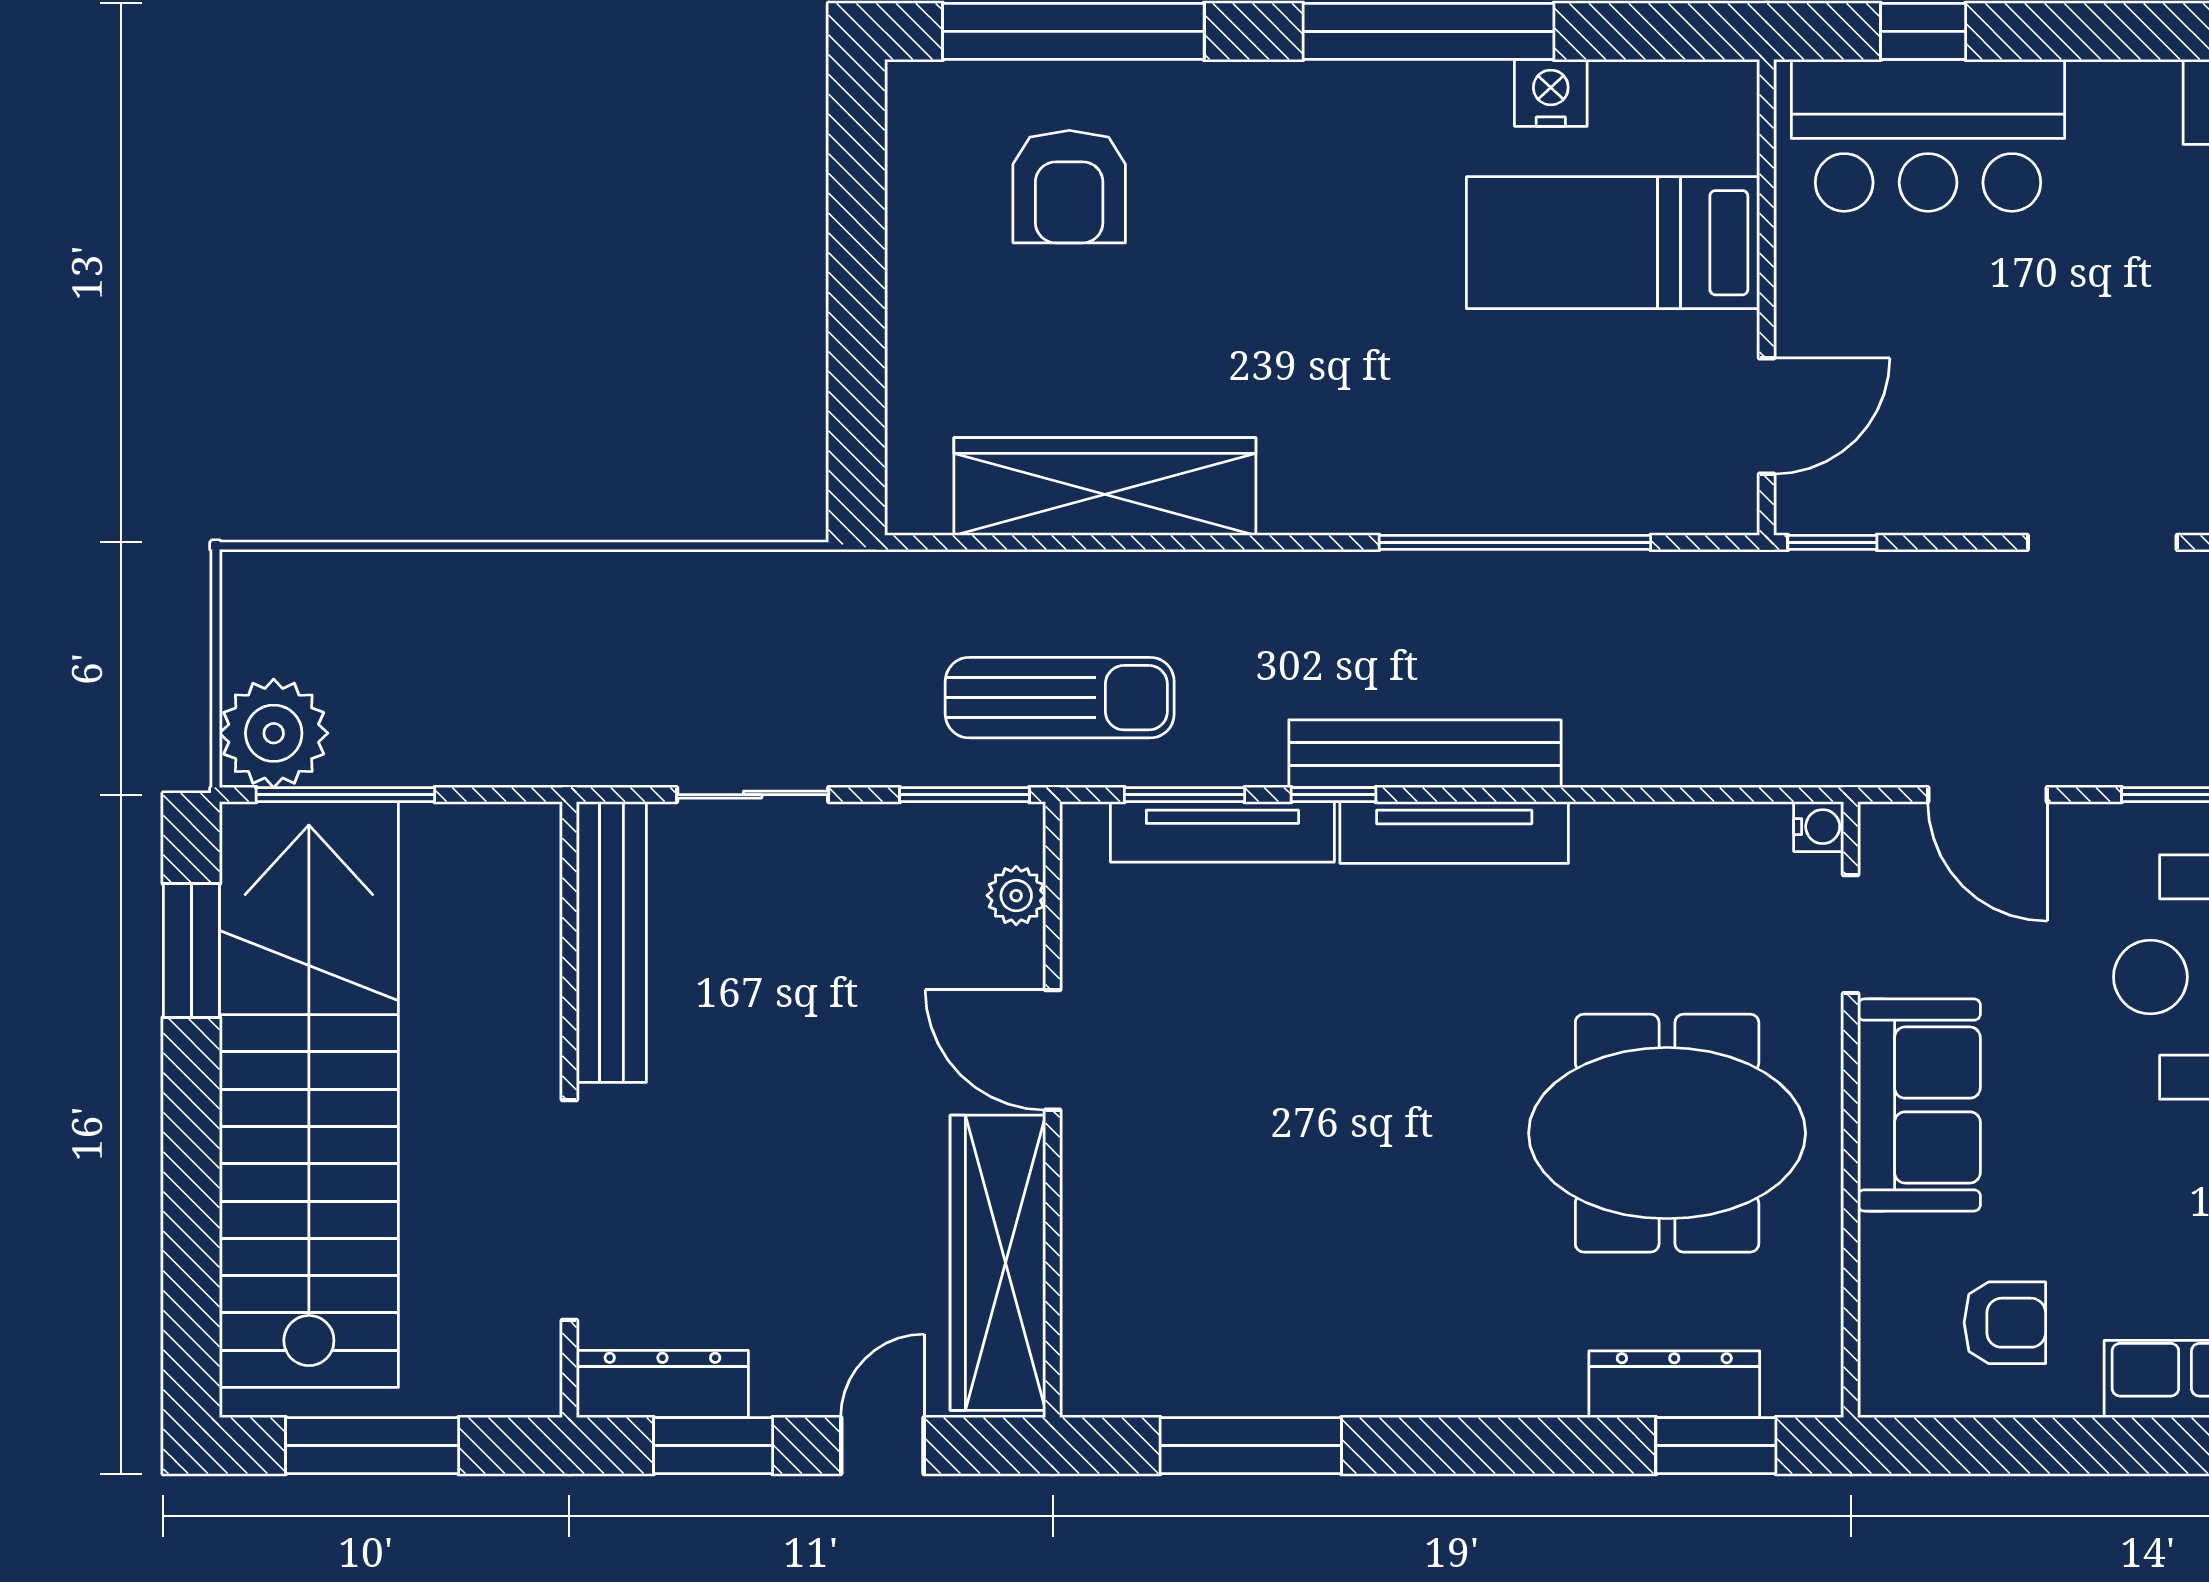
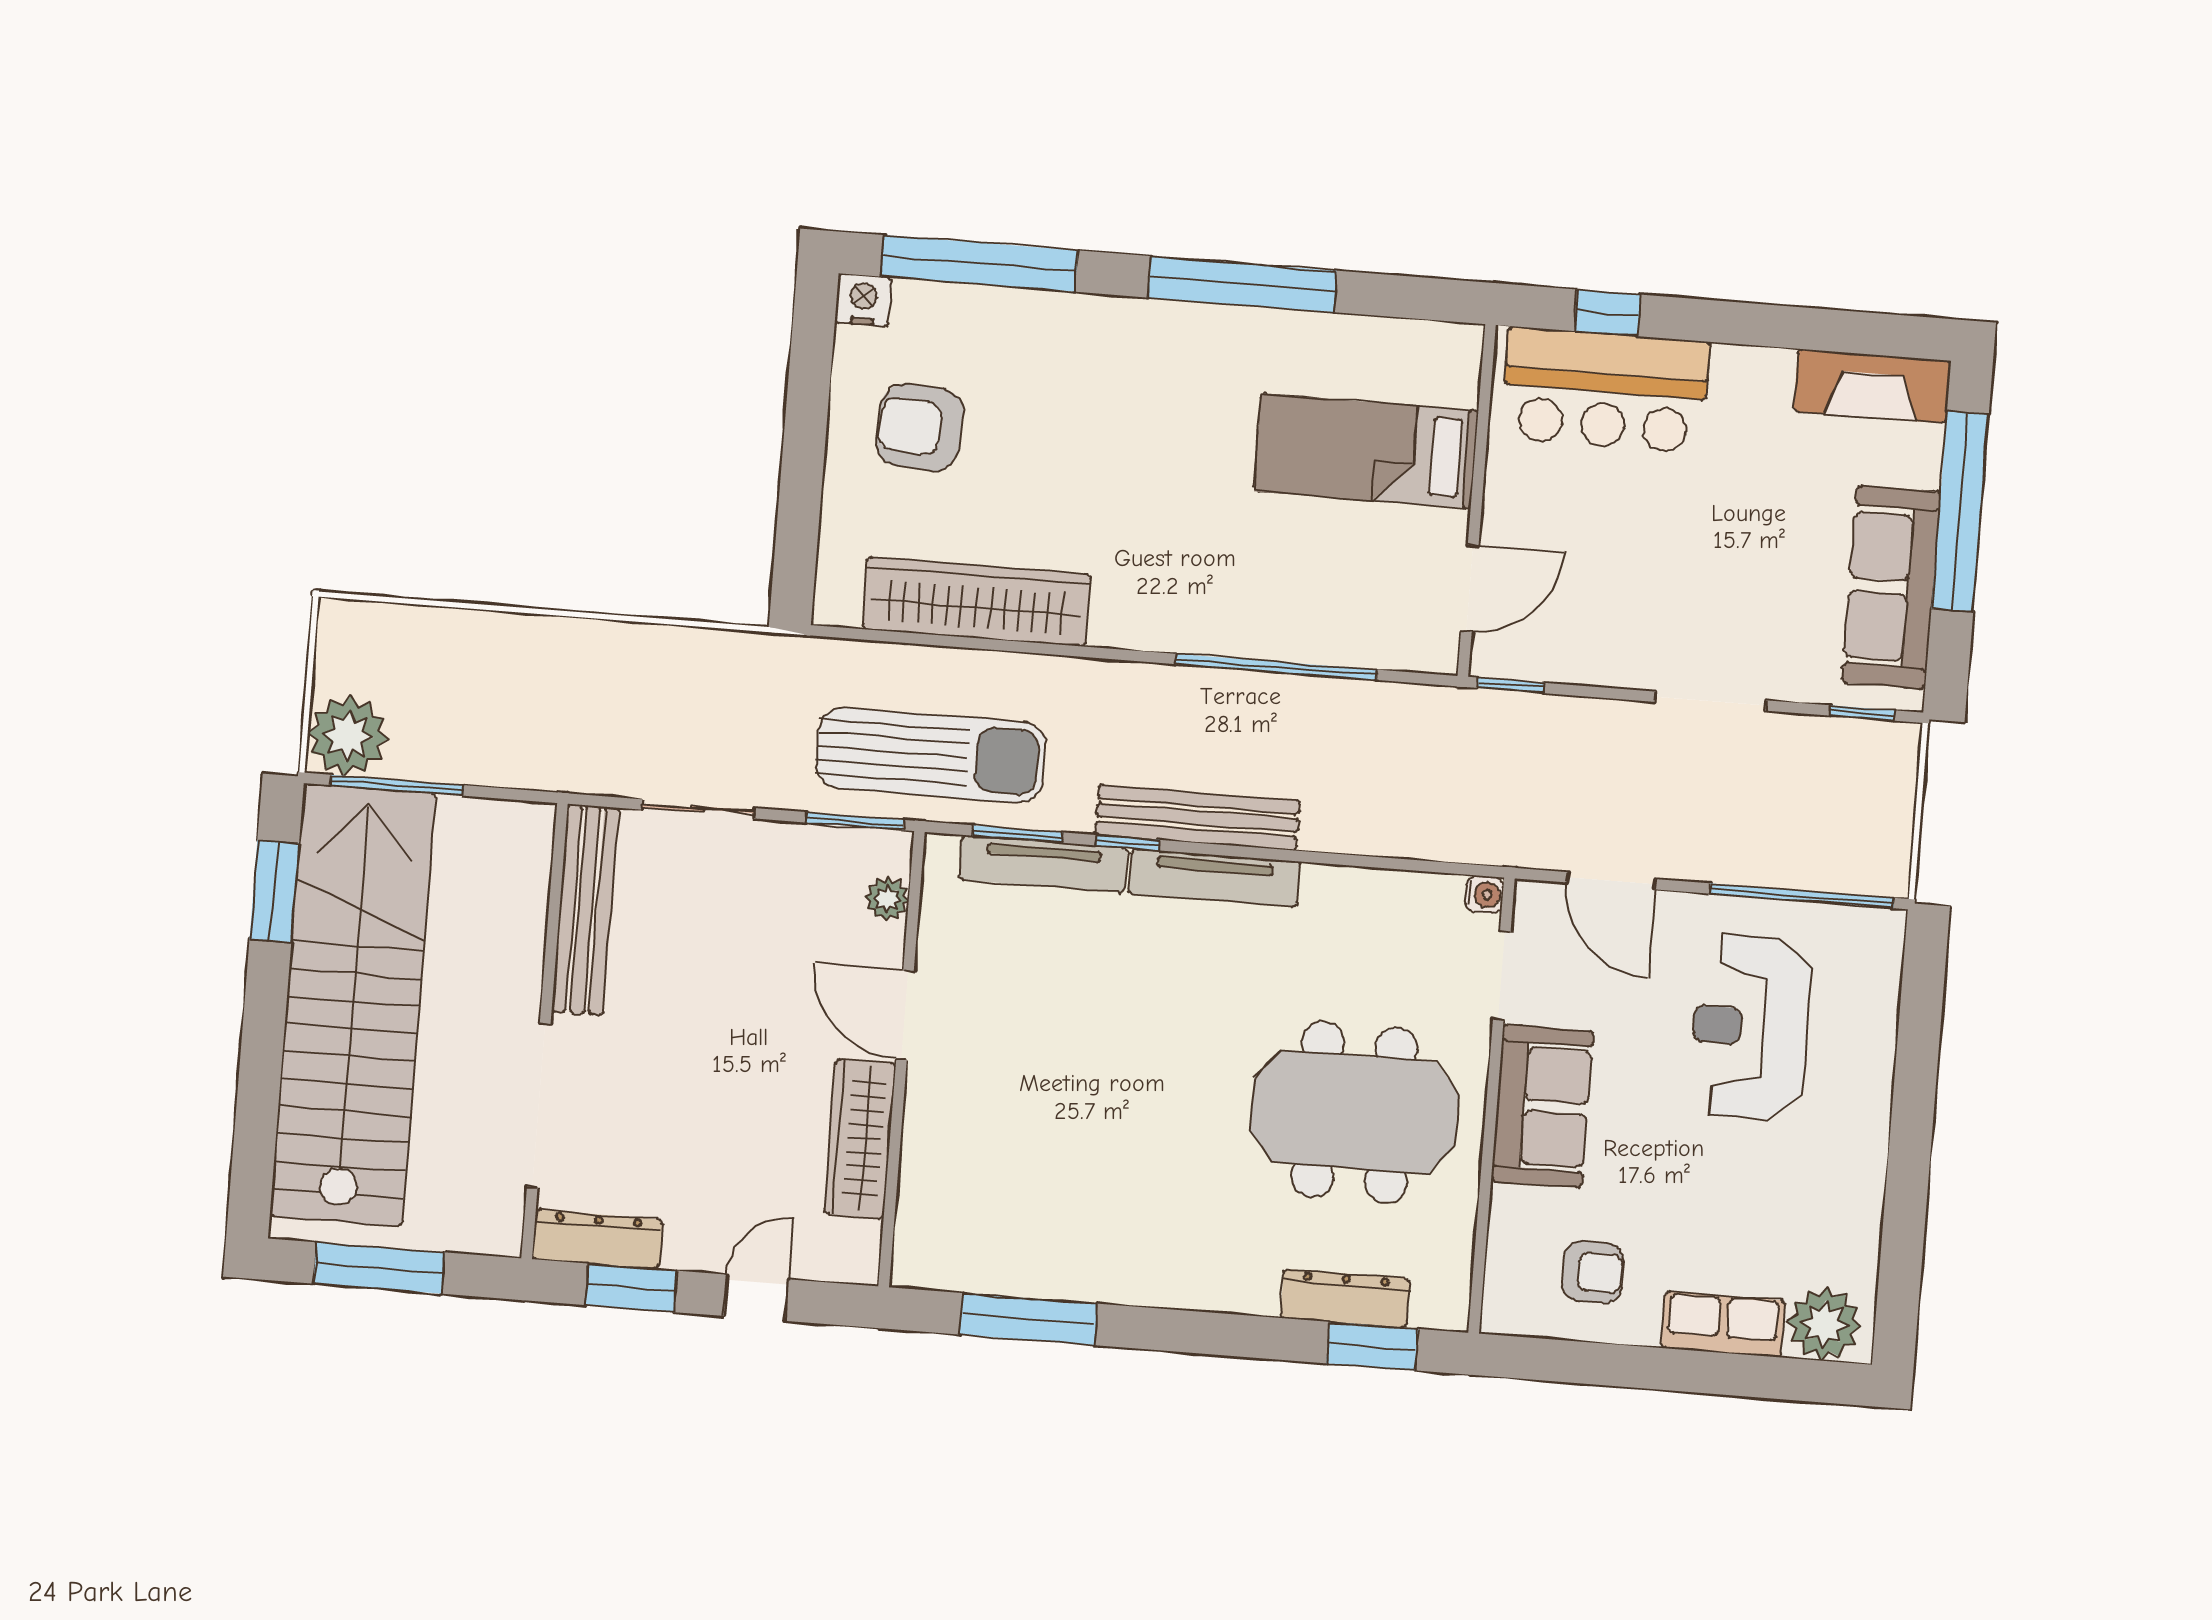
nightstand: (1551, 93) -> (863, 300), moved
armchair: (1069, 187) -> (920, 428), moved, turned 94
sun lounger: (1060, 698) -> (931, 755), width x1.36, depth x1.34
wardrobe: (998, 1263) -> (860, 1138), width x0.71, depth x0.85

